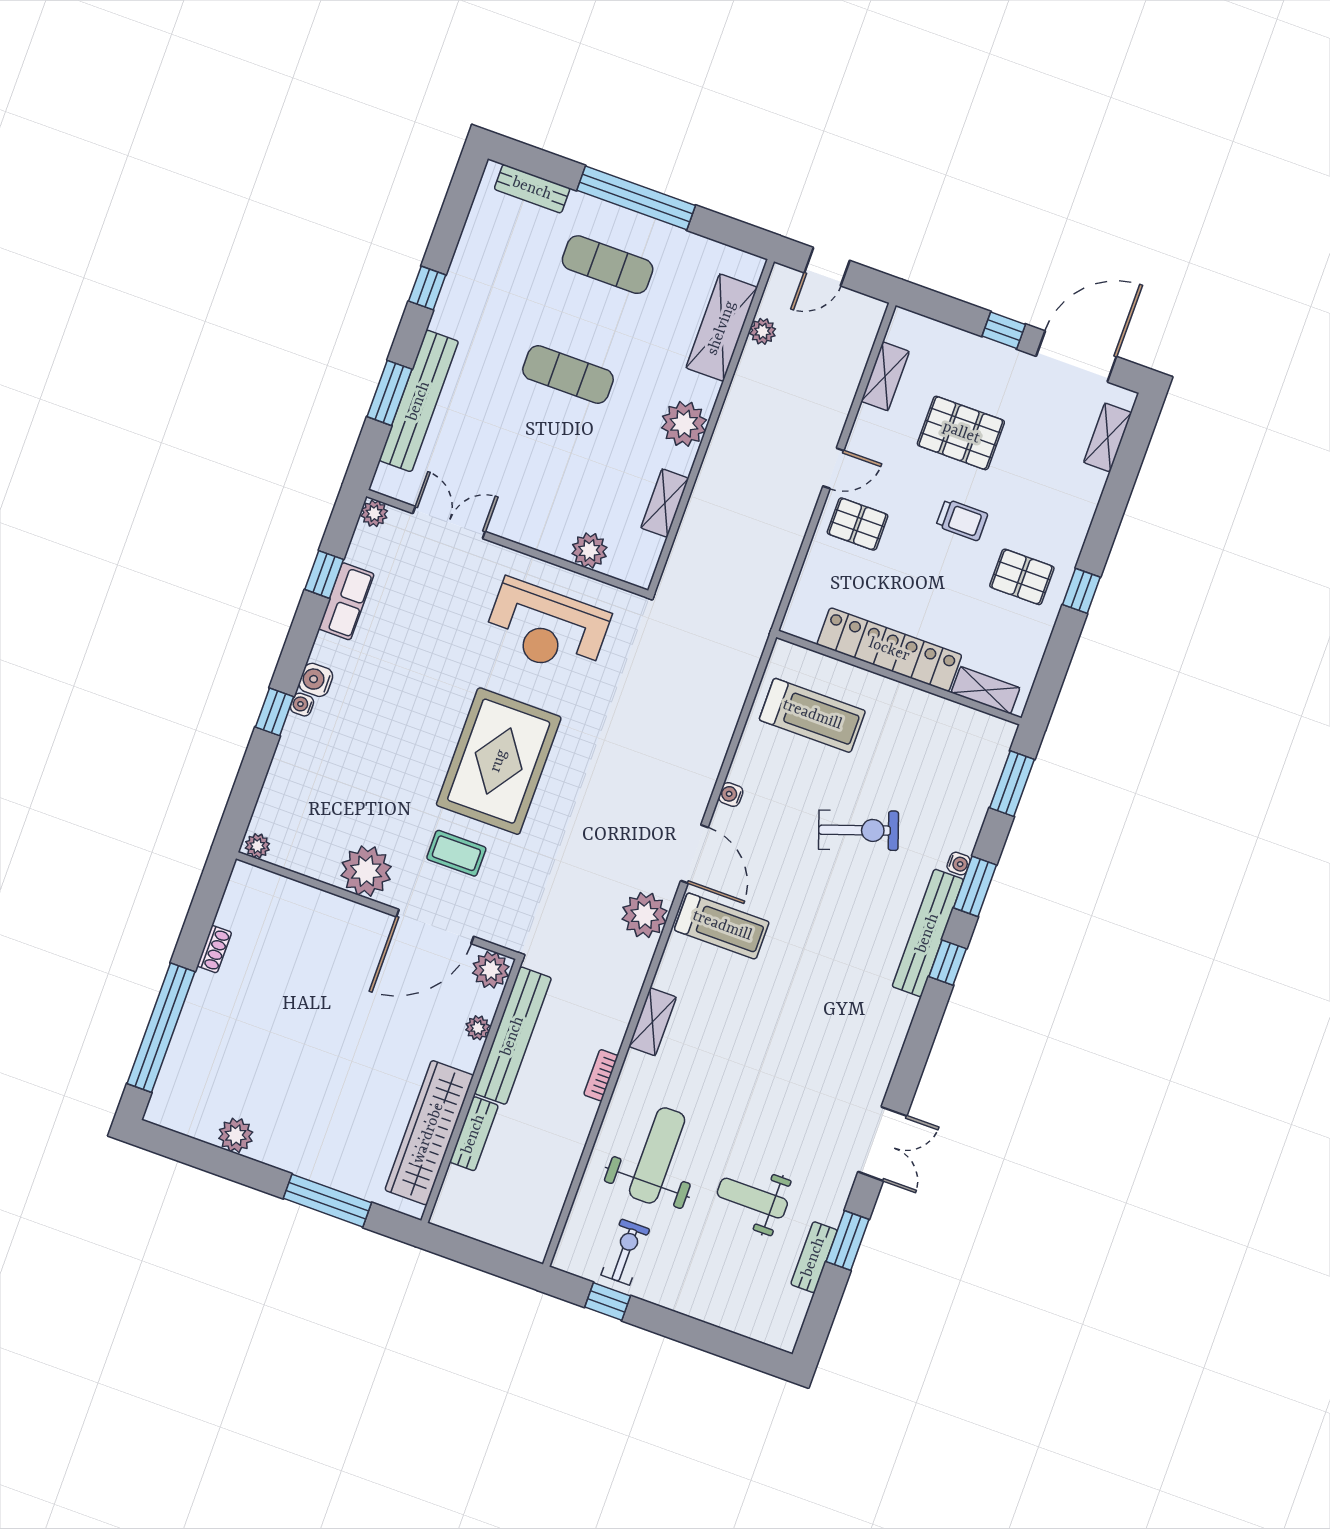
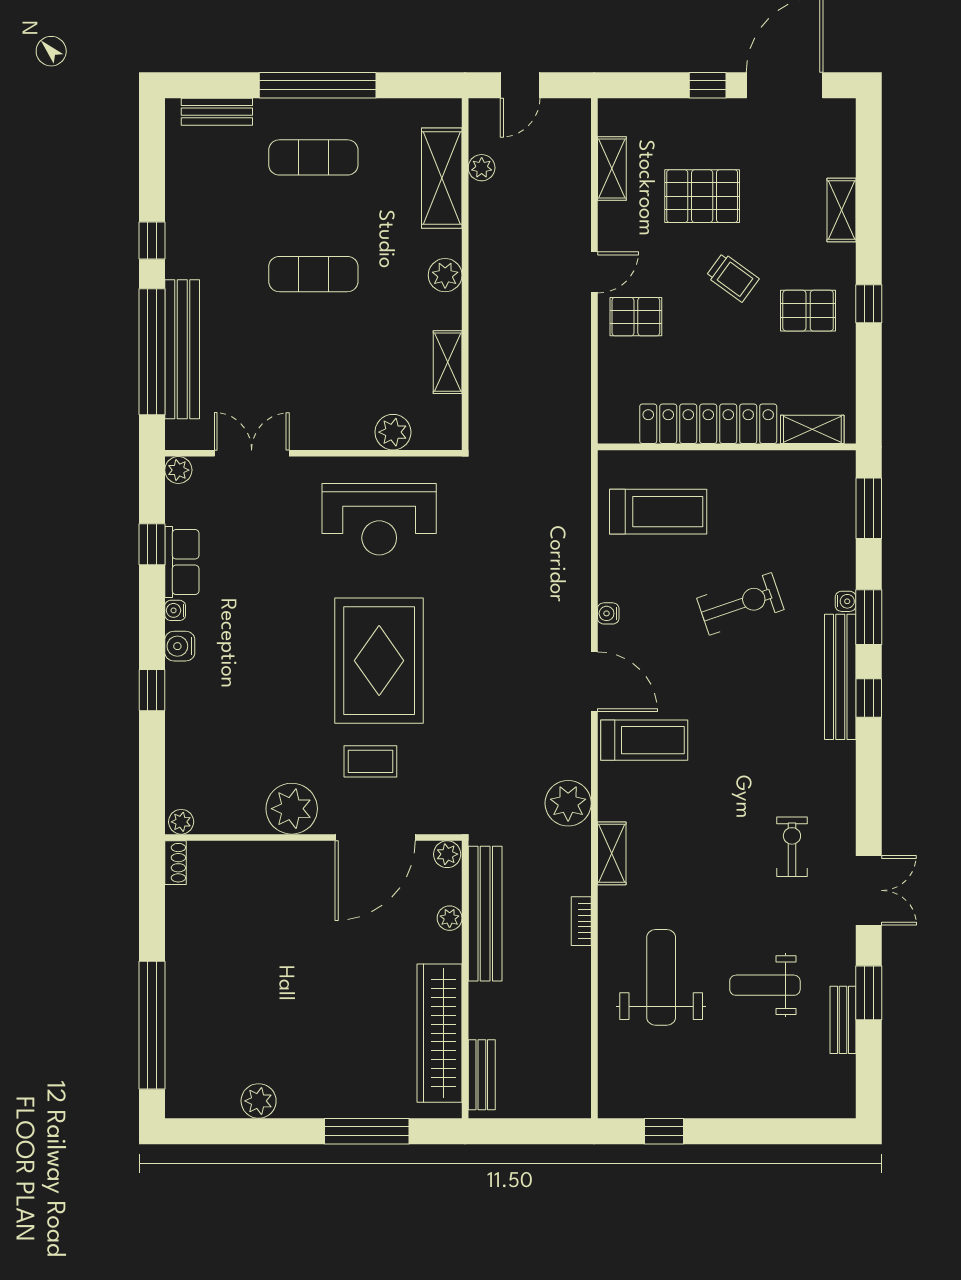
window: (389, 393) -> (152, 352), width x2.11
plant: (684, 424) -> (445, 275), width x0.73, depth x0.73
shelving: (1108, 437) -> (841, 210), moved
trolley: (962, 520) -> (733, 277), turned 36
water cooler: (302, 705) -> (175, 610), moved
plant: (645, 915) -> (568, 803), moved
shoe rack: (214, 949) -> (176, 863), moved
plant: (491, 970) -> (447, 854), width x0.73, depth x0.73
bench: (474, 1134) -> (482, 1075), moved
exercise bike: (625, 1252) -> (792, 847), moved

